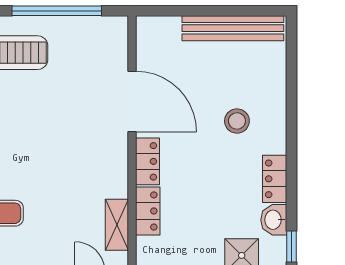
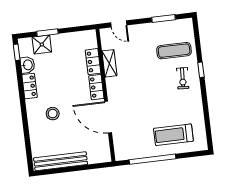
shelving: (117, 225) -> (109, 63), moved

